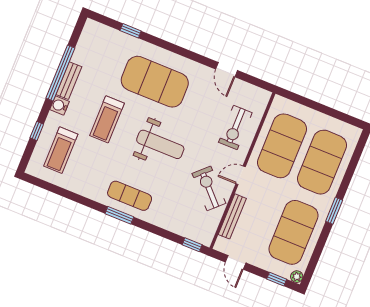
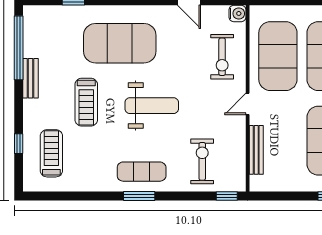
window: (60, 73) -> (19, 48), moved
water cooler: (59, 106) -> (237, 13), moved, turned 180
treadmill: (61, 150) -> (51, 153), turned 180
exercise bike: (209, 188) -> (202, 161), moved, turned 44
door: (236, 262) -> (279, 196), removed

